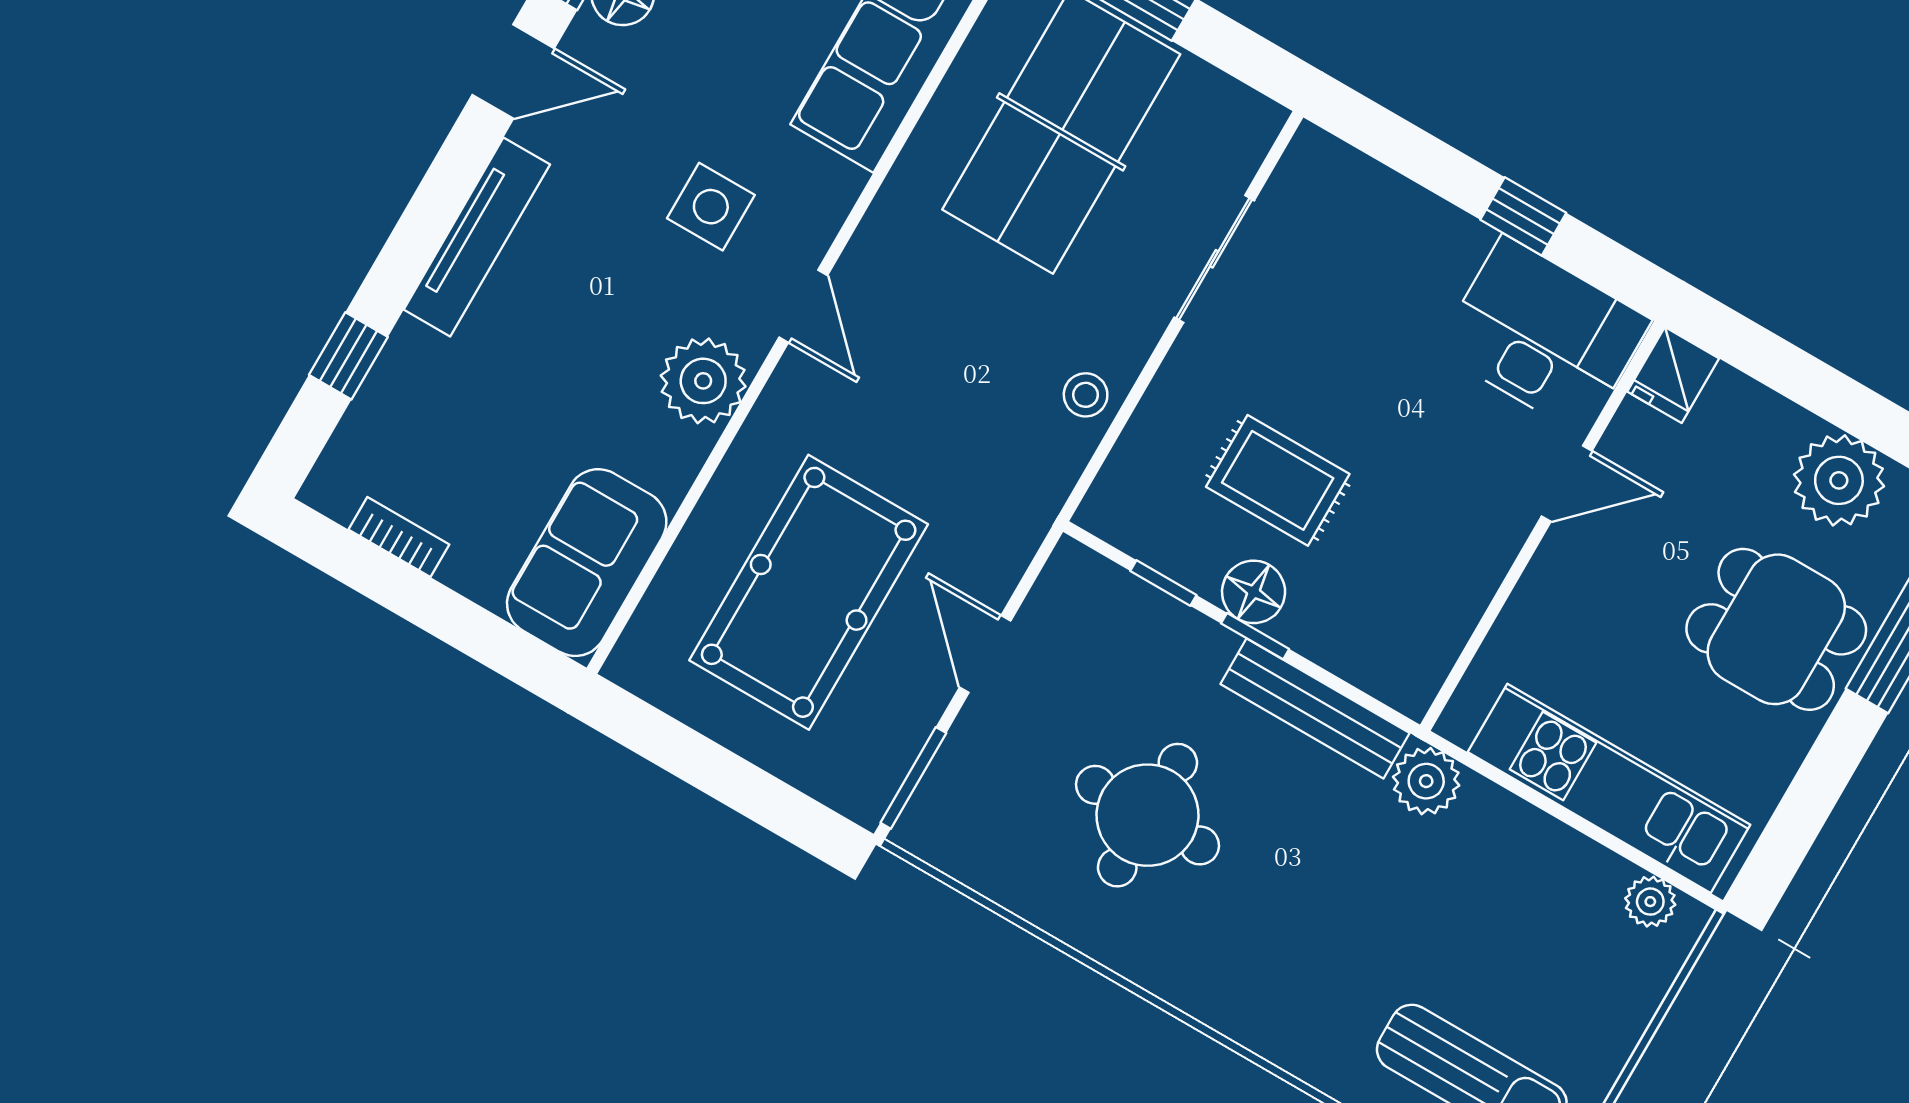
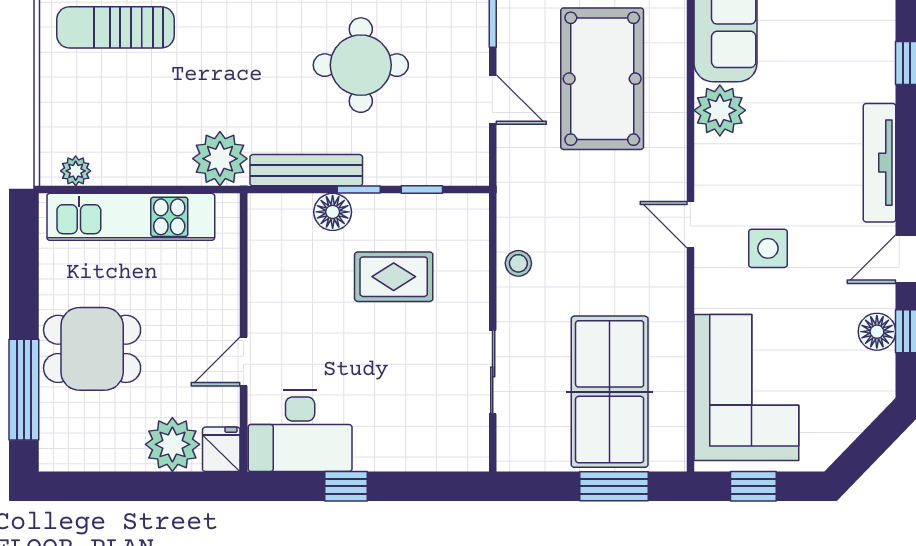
plant: (703, 381) -> (720, 110), moved
plant: (1839, 480) -> (172, 444), moved
floor lamp: (1254, 592) -> (333, 212), moved
plant: (1426, 781) -> (220, 159), width x1.36, depth x1.36

